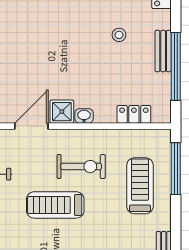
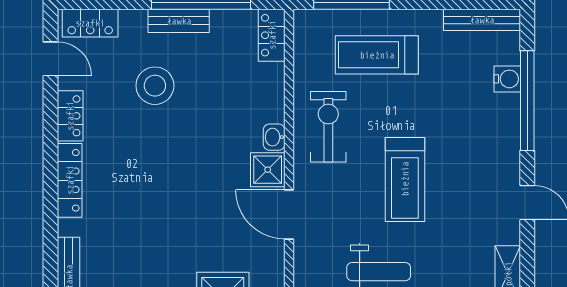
stool: (119, 35) -> (155, 86), width x1.89, depth x1.89
locker: (134, 114) -> (272, 35), moved
exercise bike: (81, 167) -> (328, 127), moved

